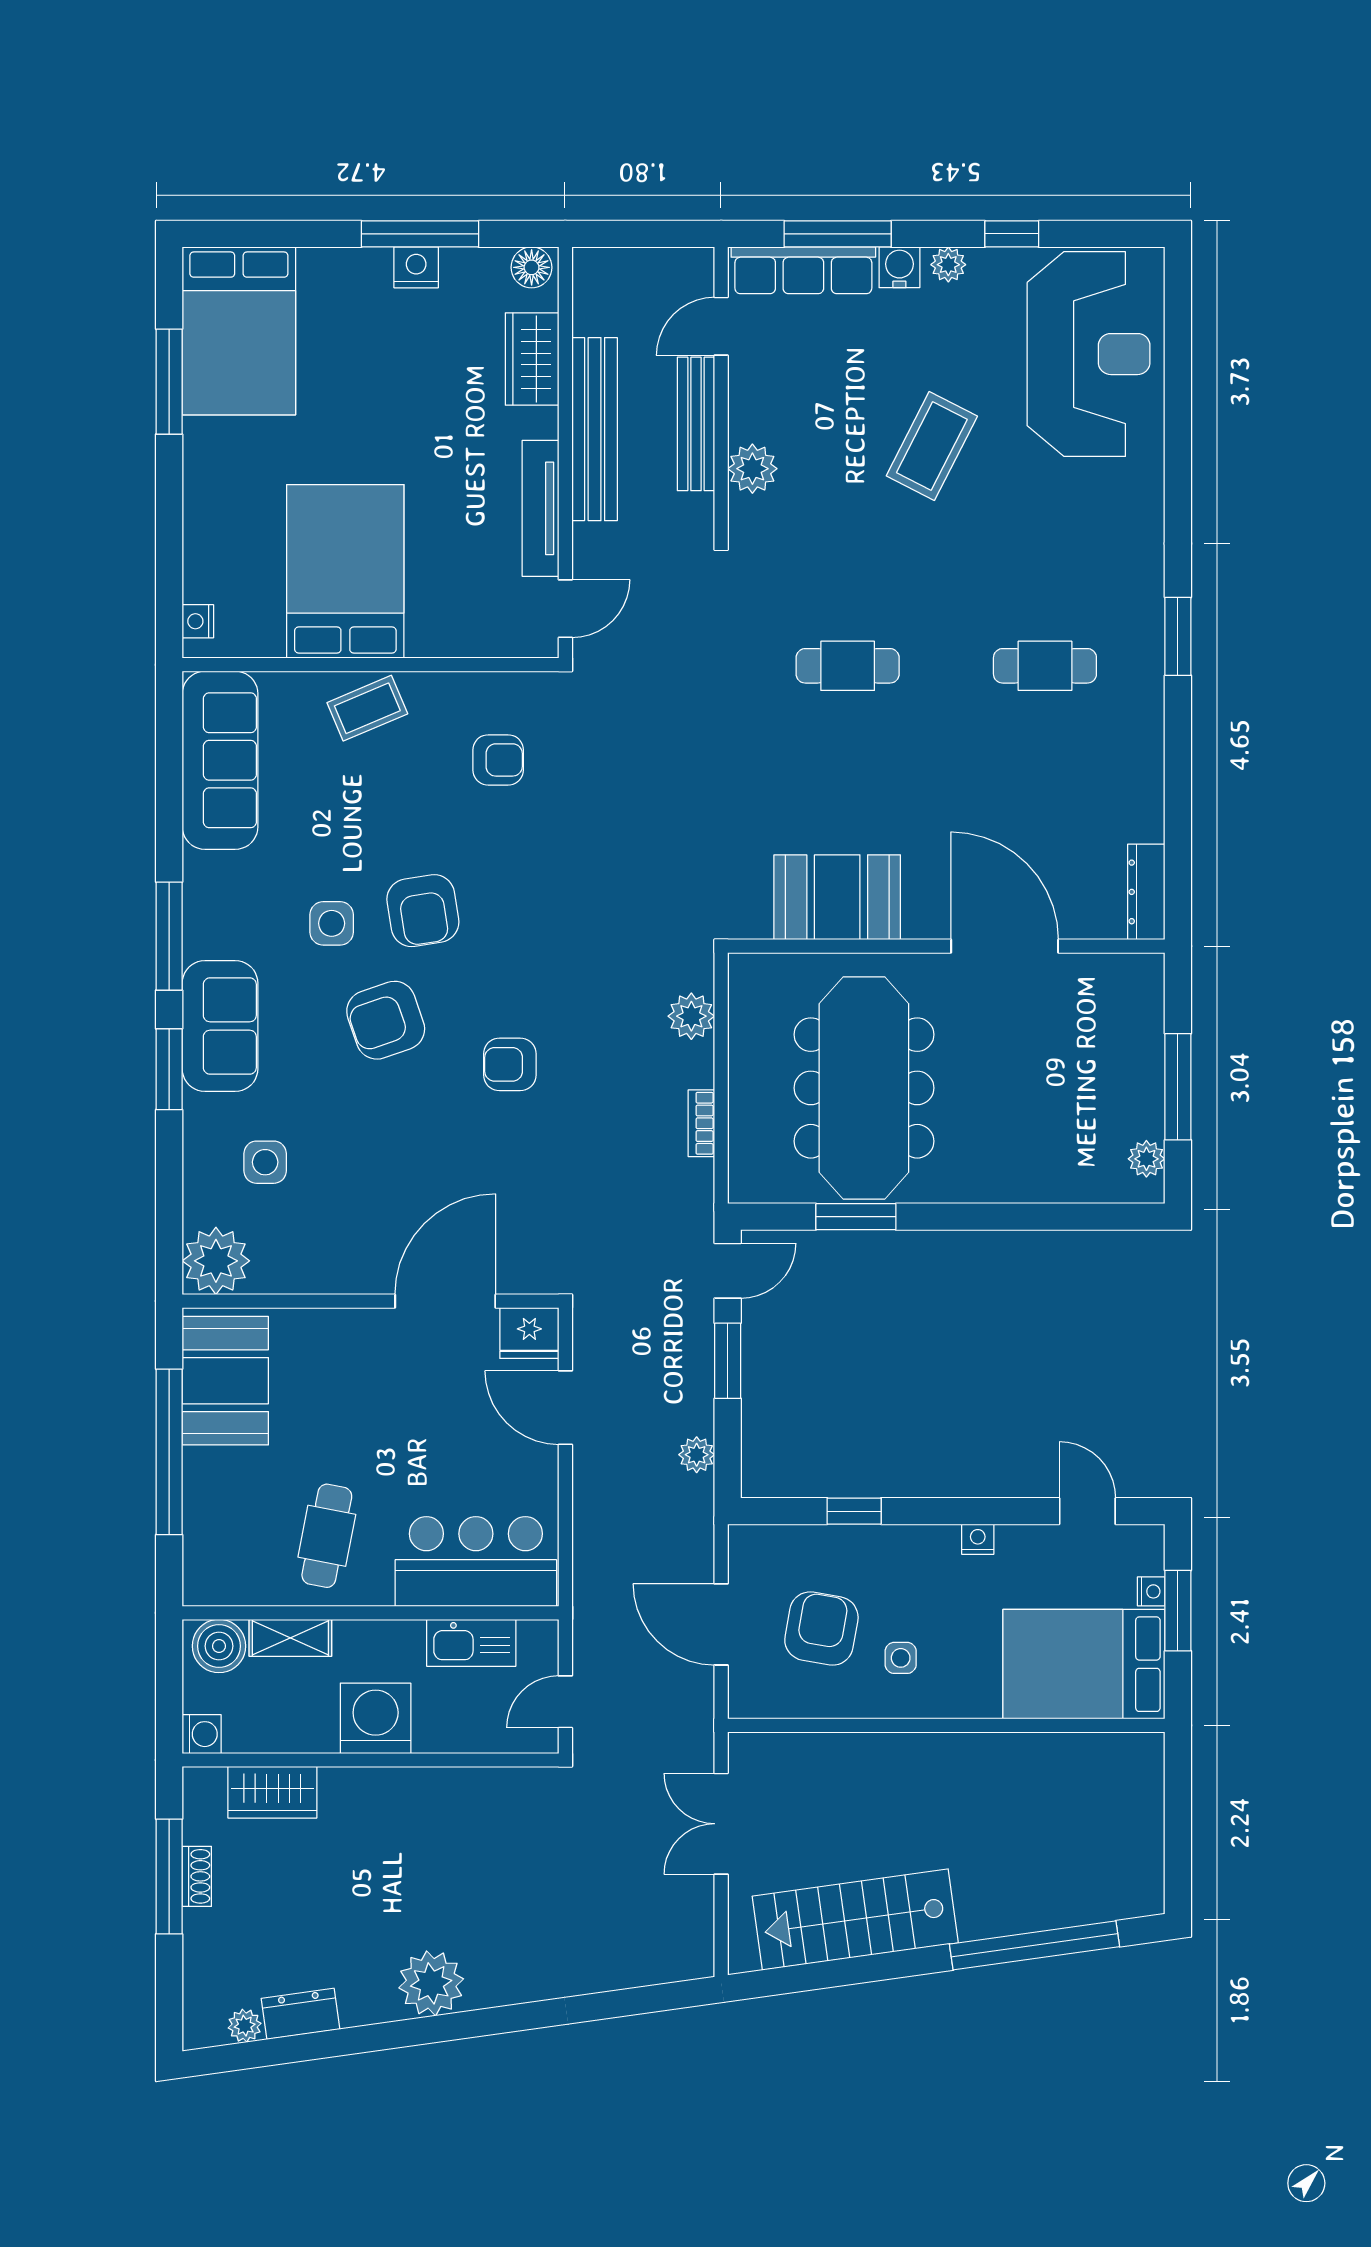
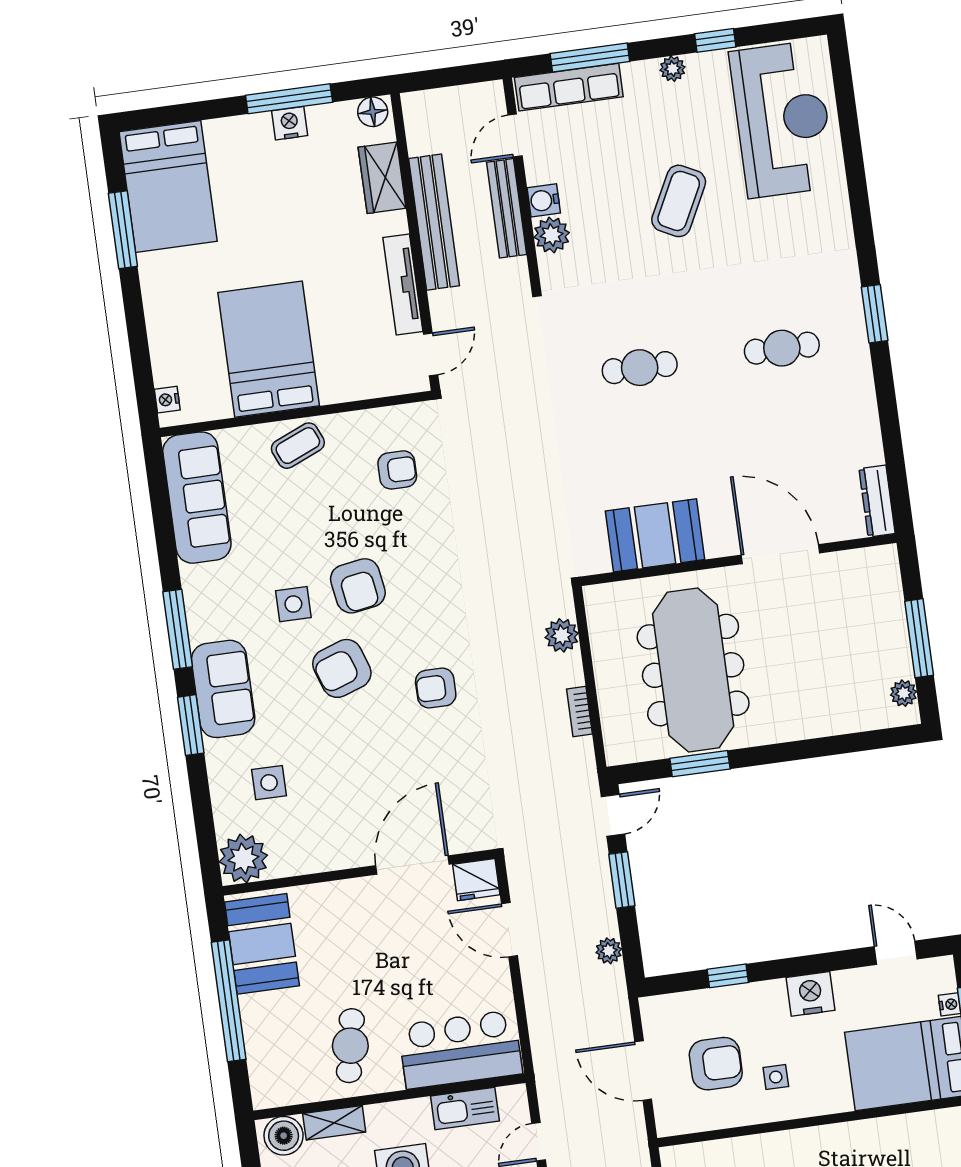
water cooler: (899, 267) -> (544, 200), moved, turned -90
nightstand: (978, 1539) -> (811, 994), width x1.89, depth x1.79
armchair: (821, 1629) -> (716, 1064), turned 80

